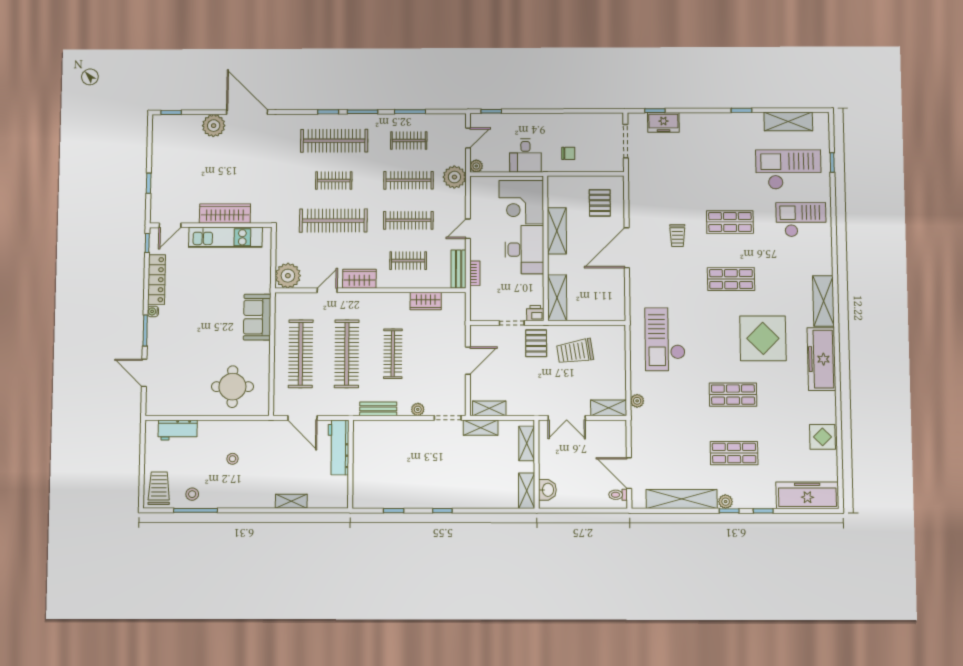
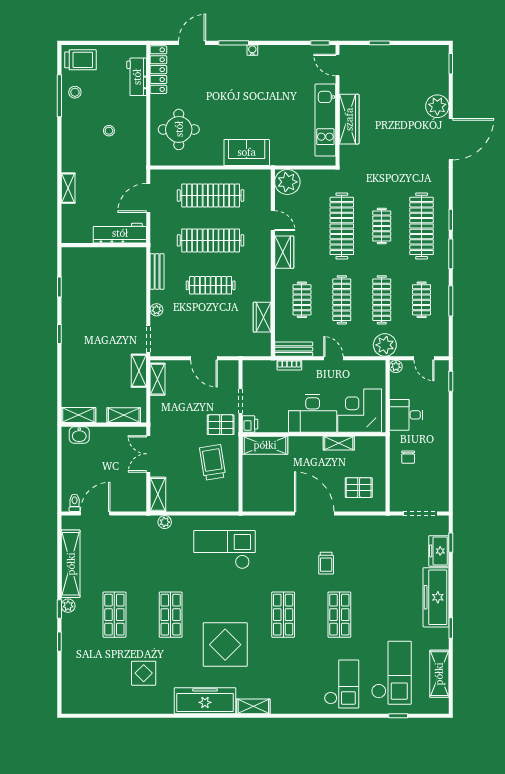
shelving: (557, 231) -> (339, 443), width x0.67, depth x0.75
trolley: (677, 236) -> (326, 563), turned -90
locker: (157, 280) -> (158, 70), moved, turned -90
shelving: (823, 301) -> (253, 706), width x0.67, depth x0.75
display table: (822, 437) -> (144, 673), moved
freezer: (807, 495) -> (436, 597), moved, turned 180

